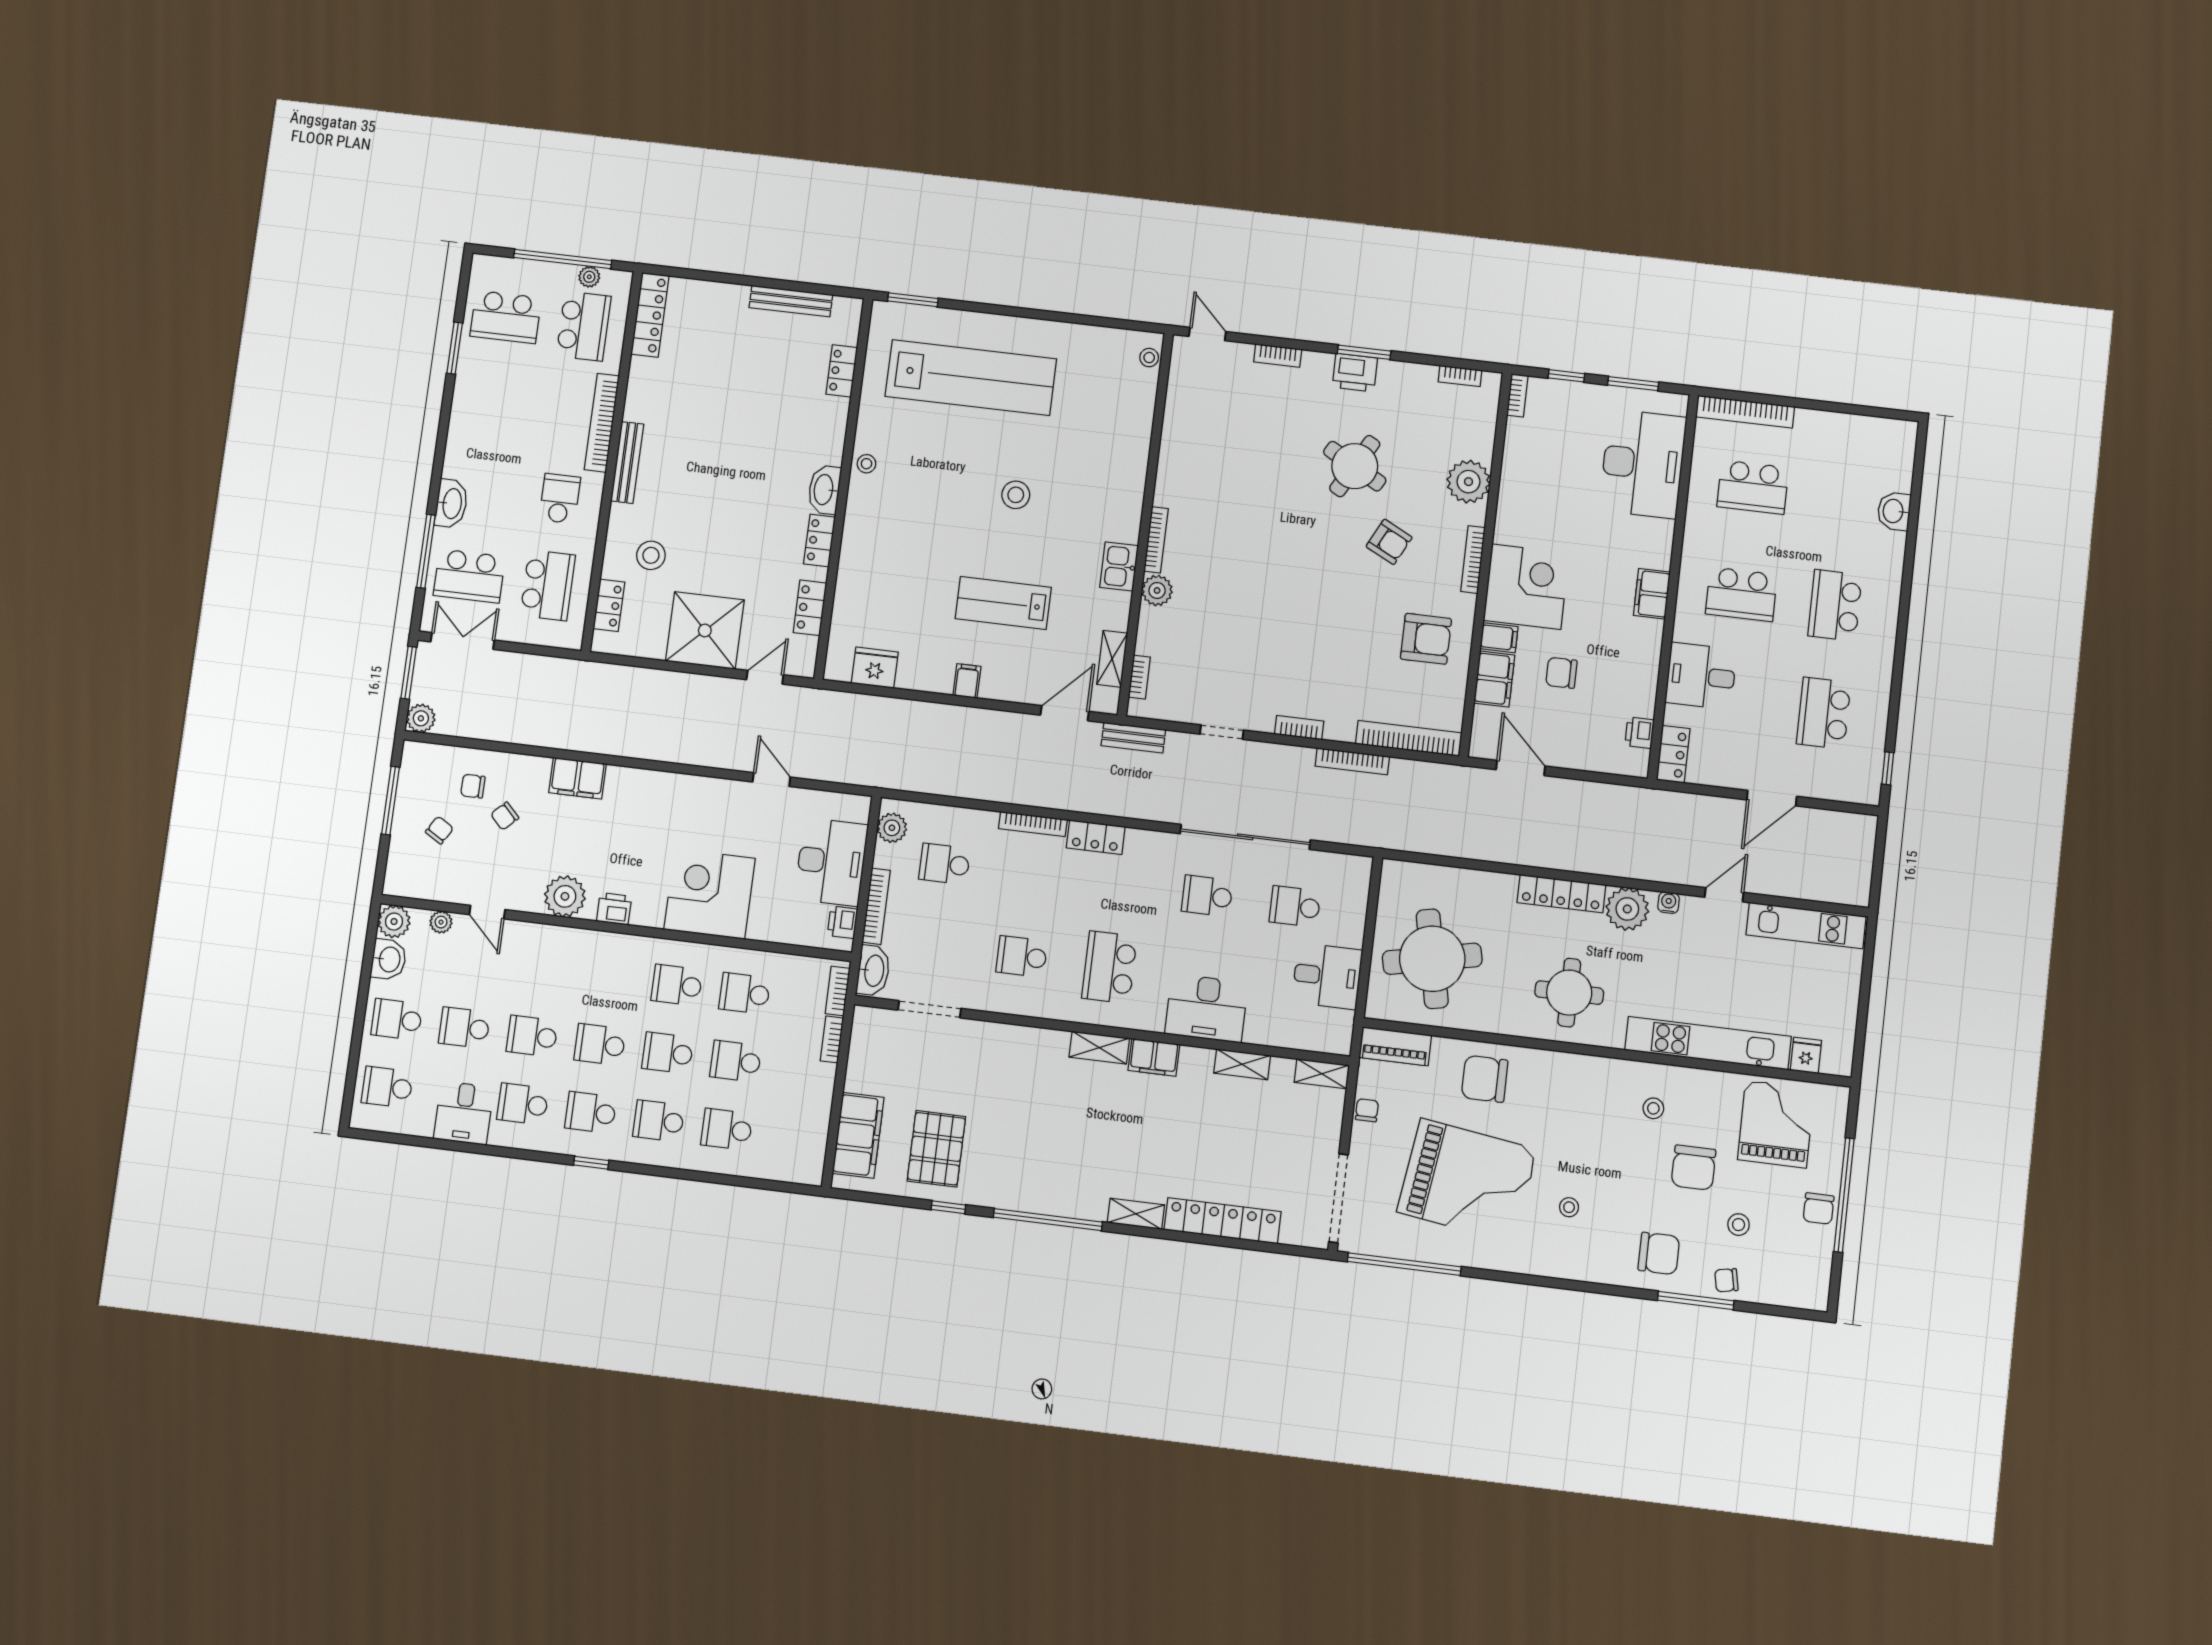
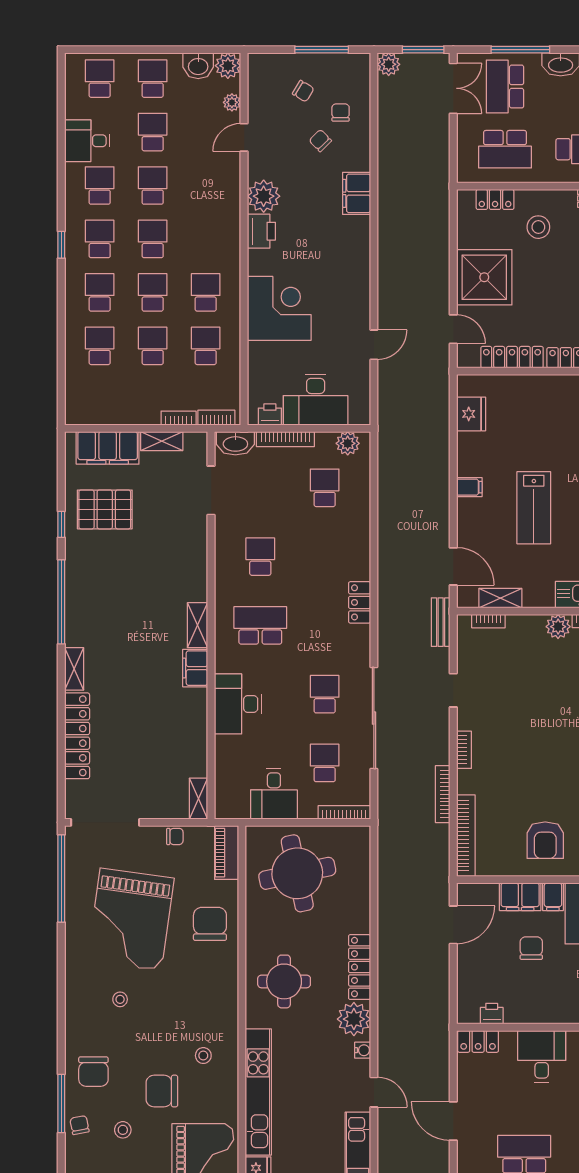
lab bench: (1003, 603) -> (534, 508), turned 180
locker: (810, 608) -> (512, 357), width x1.53
bookcase: (1033, 824) -> (344, 812), moved, turned 90
printer: (614, 909) -> (261, 231), width x1.36, depth x1.24
shelving: (1242, 1064) -> (162, 441), moved, turned 90

